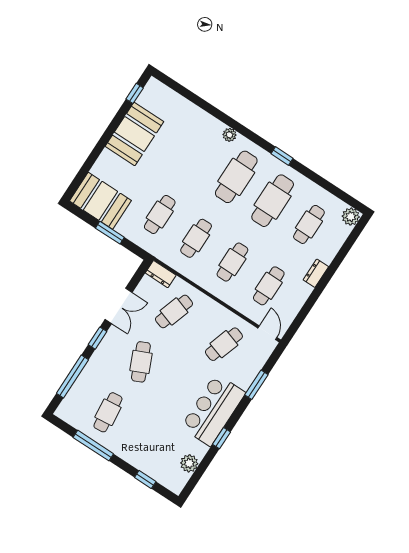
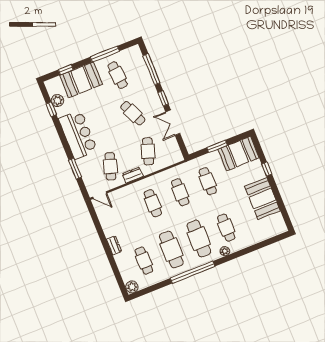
window: (135, 93) -> (267, 169), moved
window: (282, 156) -> (193, 272), width x3.17
dresser: (161, 274) -> (133, 175), moved
cafe table: (269, 286) -> (226, 228), moved
window: (221, 438) -> (51, 109), moved
booth: (144, 452) -> (81, 80), added

